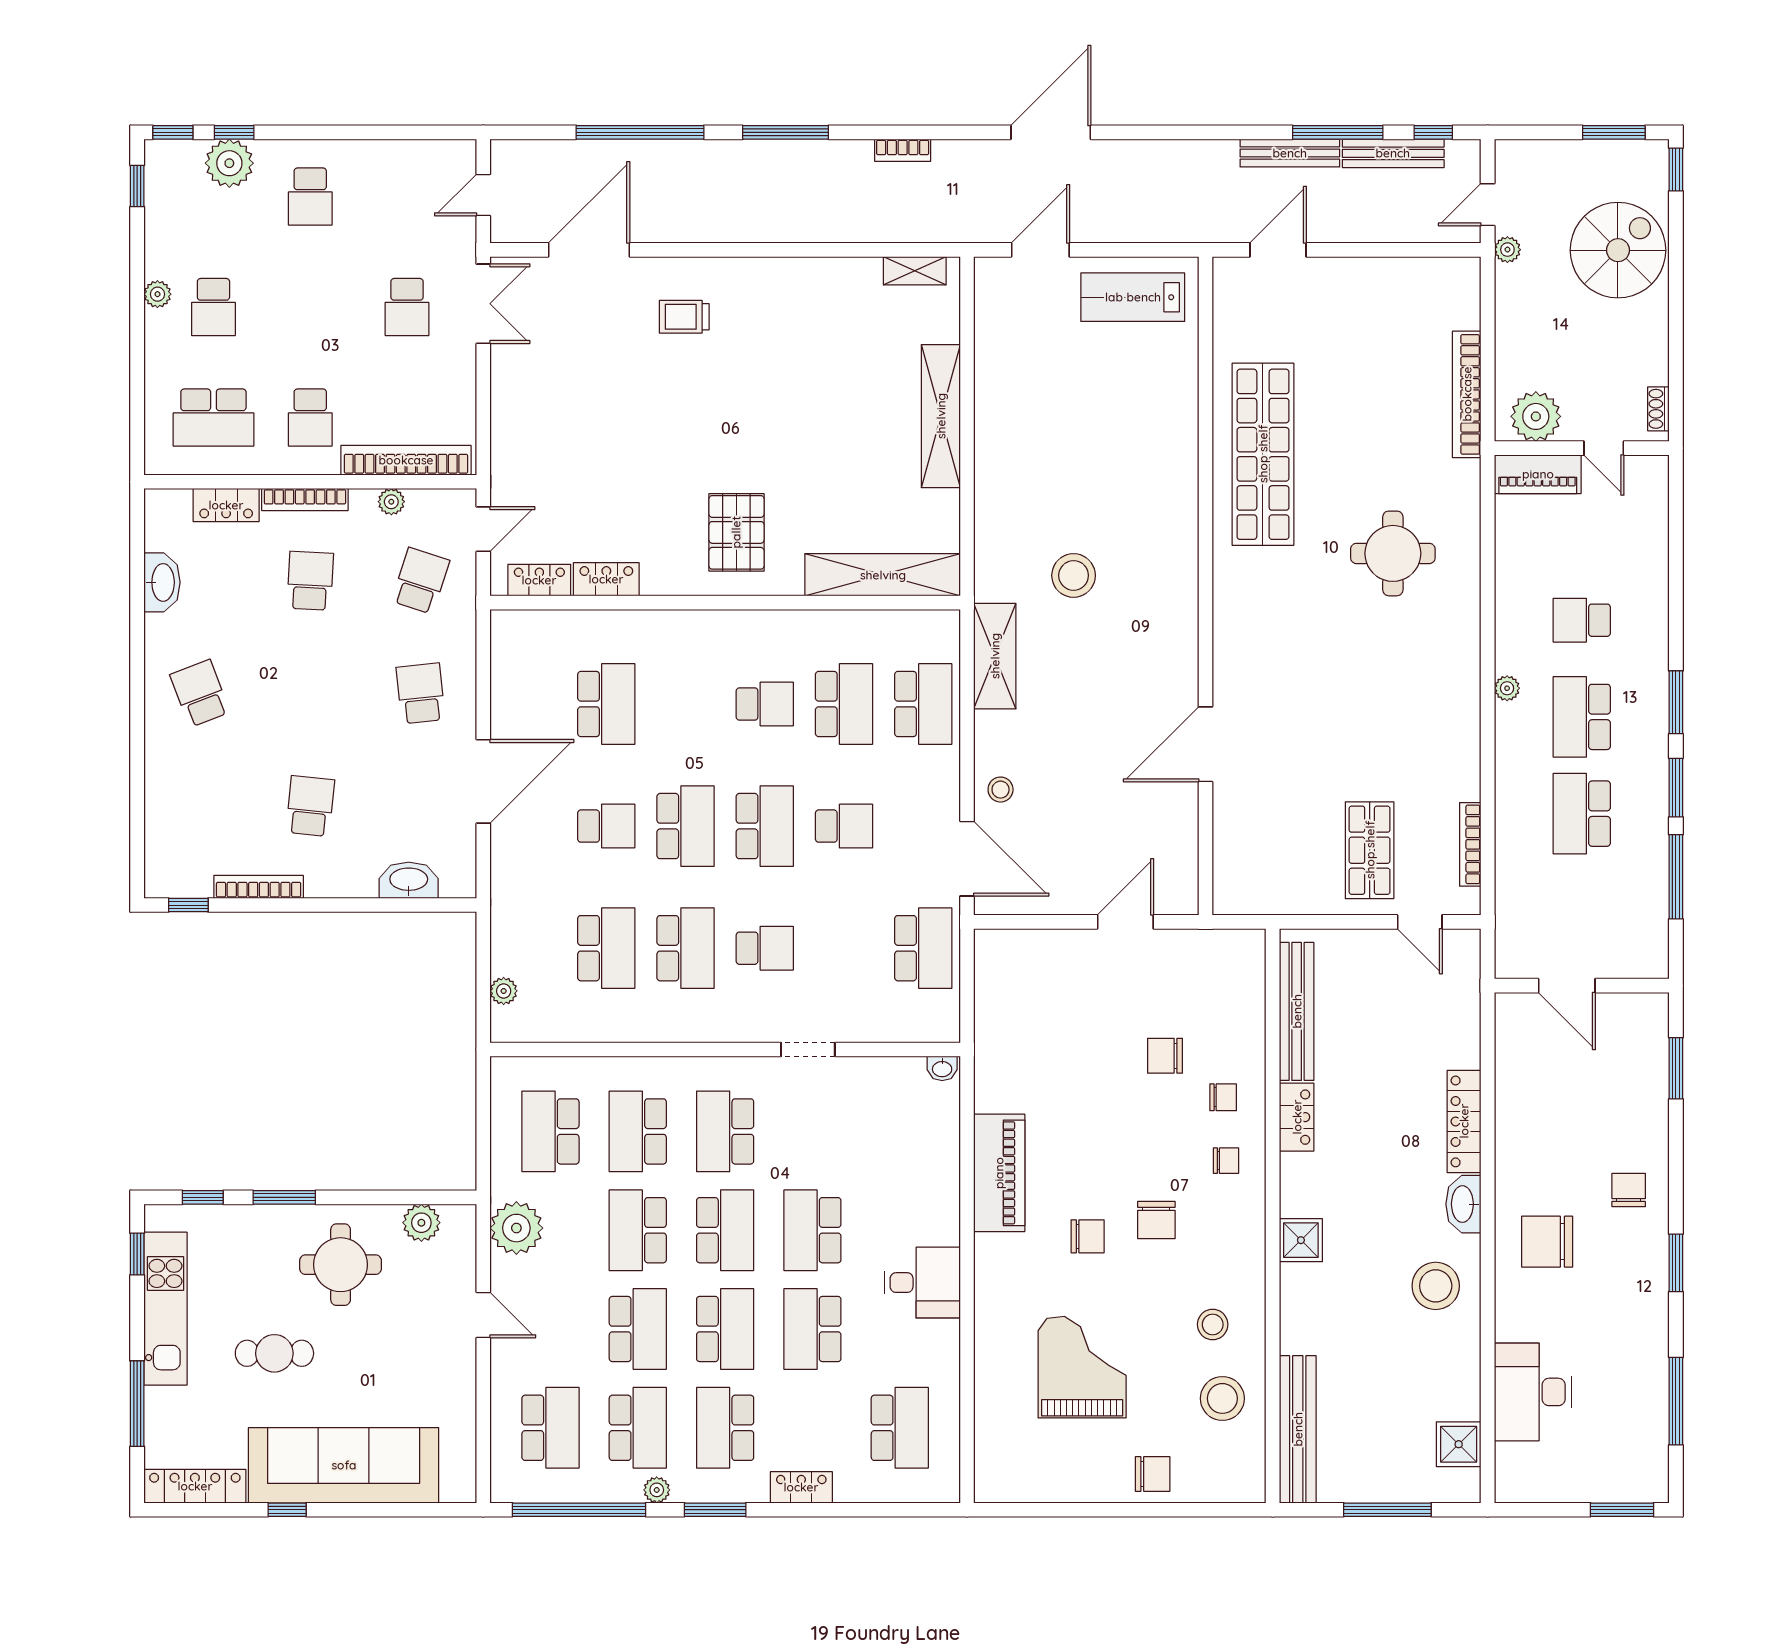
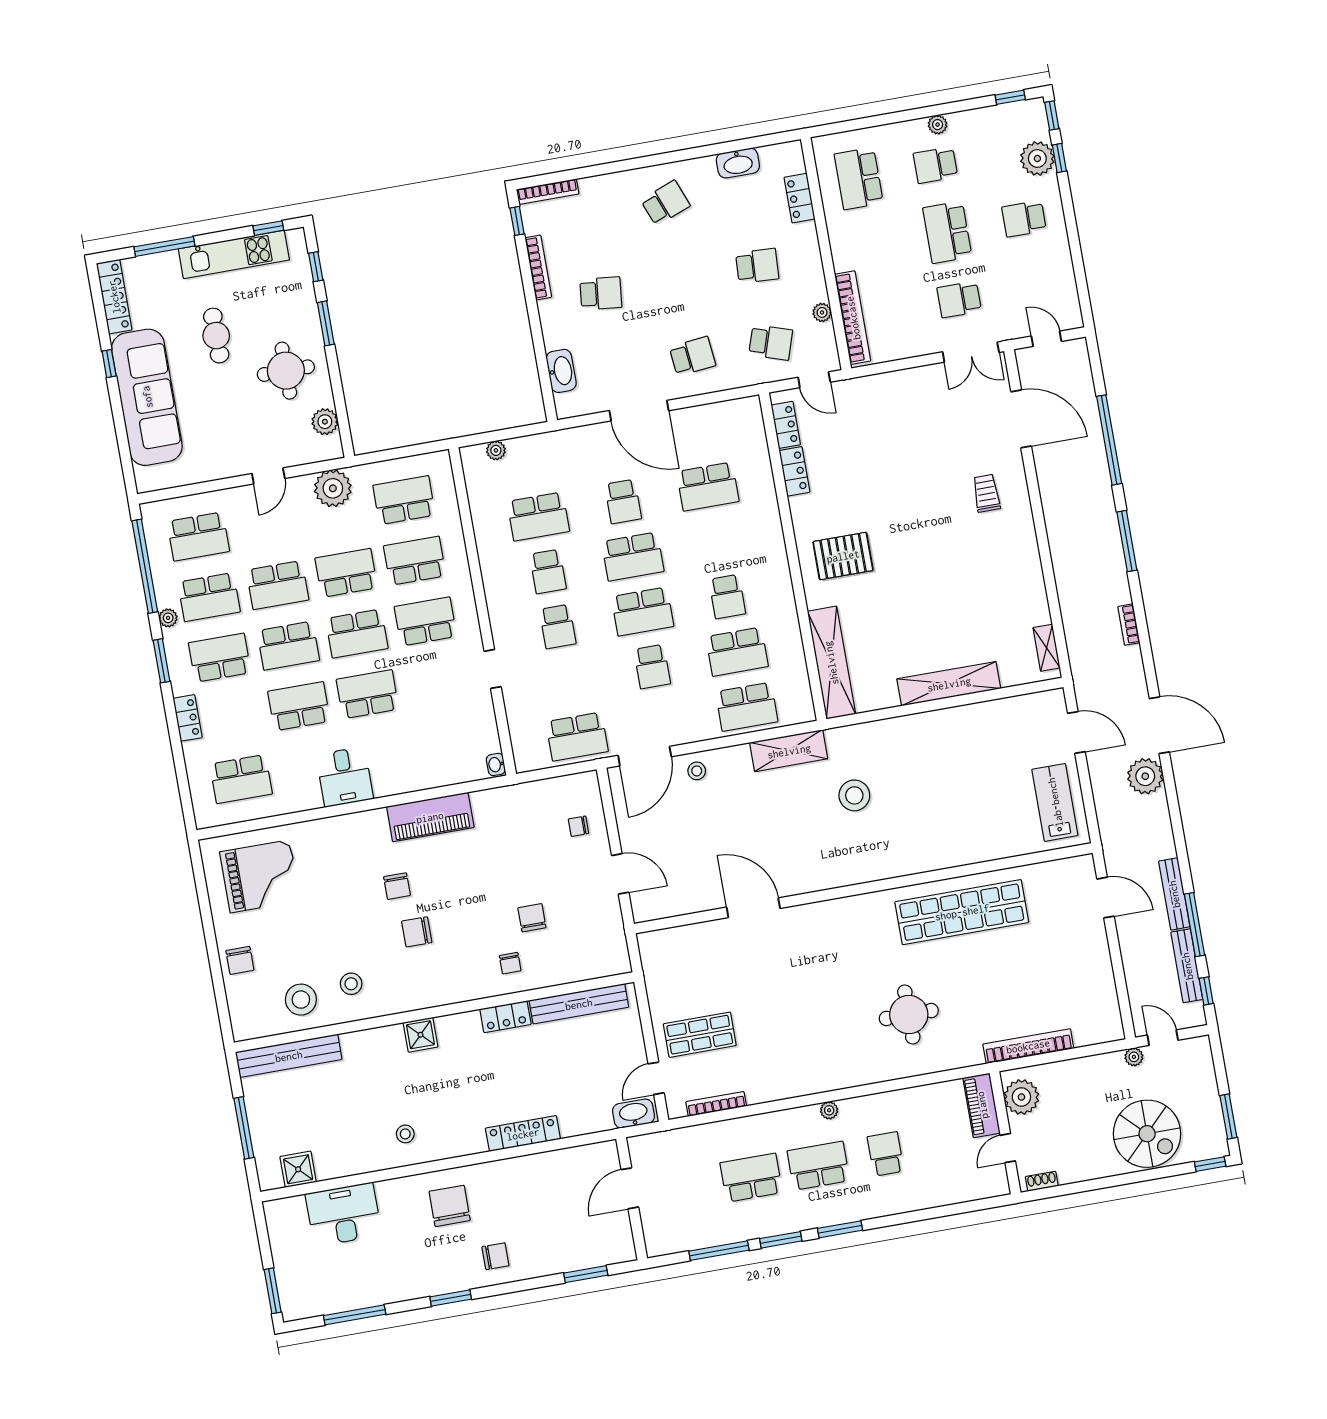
plant: (1118, 165) -> (1145, 776), added
school desk: (310, 418) -> (947, 232), moved, width x1.85
bookcase: (305, 500) -> (548, 192), moved, turned -90
school desk: (685, 948) -> (548, 571), width x0.54
chair: (1226, 1161) -> (578, 826), moved, turned 90
washbasin: (1463, 1204) -> (634, 1114), moved
stool: (1436, 1286) -> (405, 1134), width x0.53, depth x0.53
grand piano: (1082, 1367) -> (260, 876), moved

